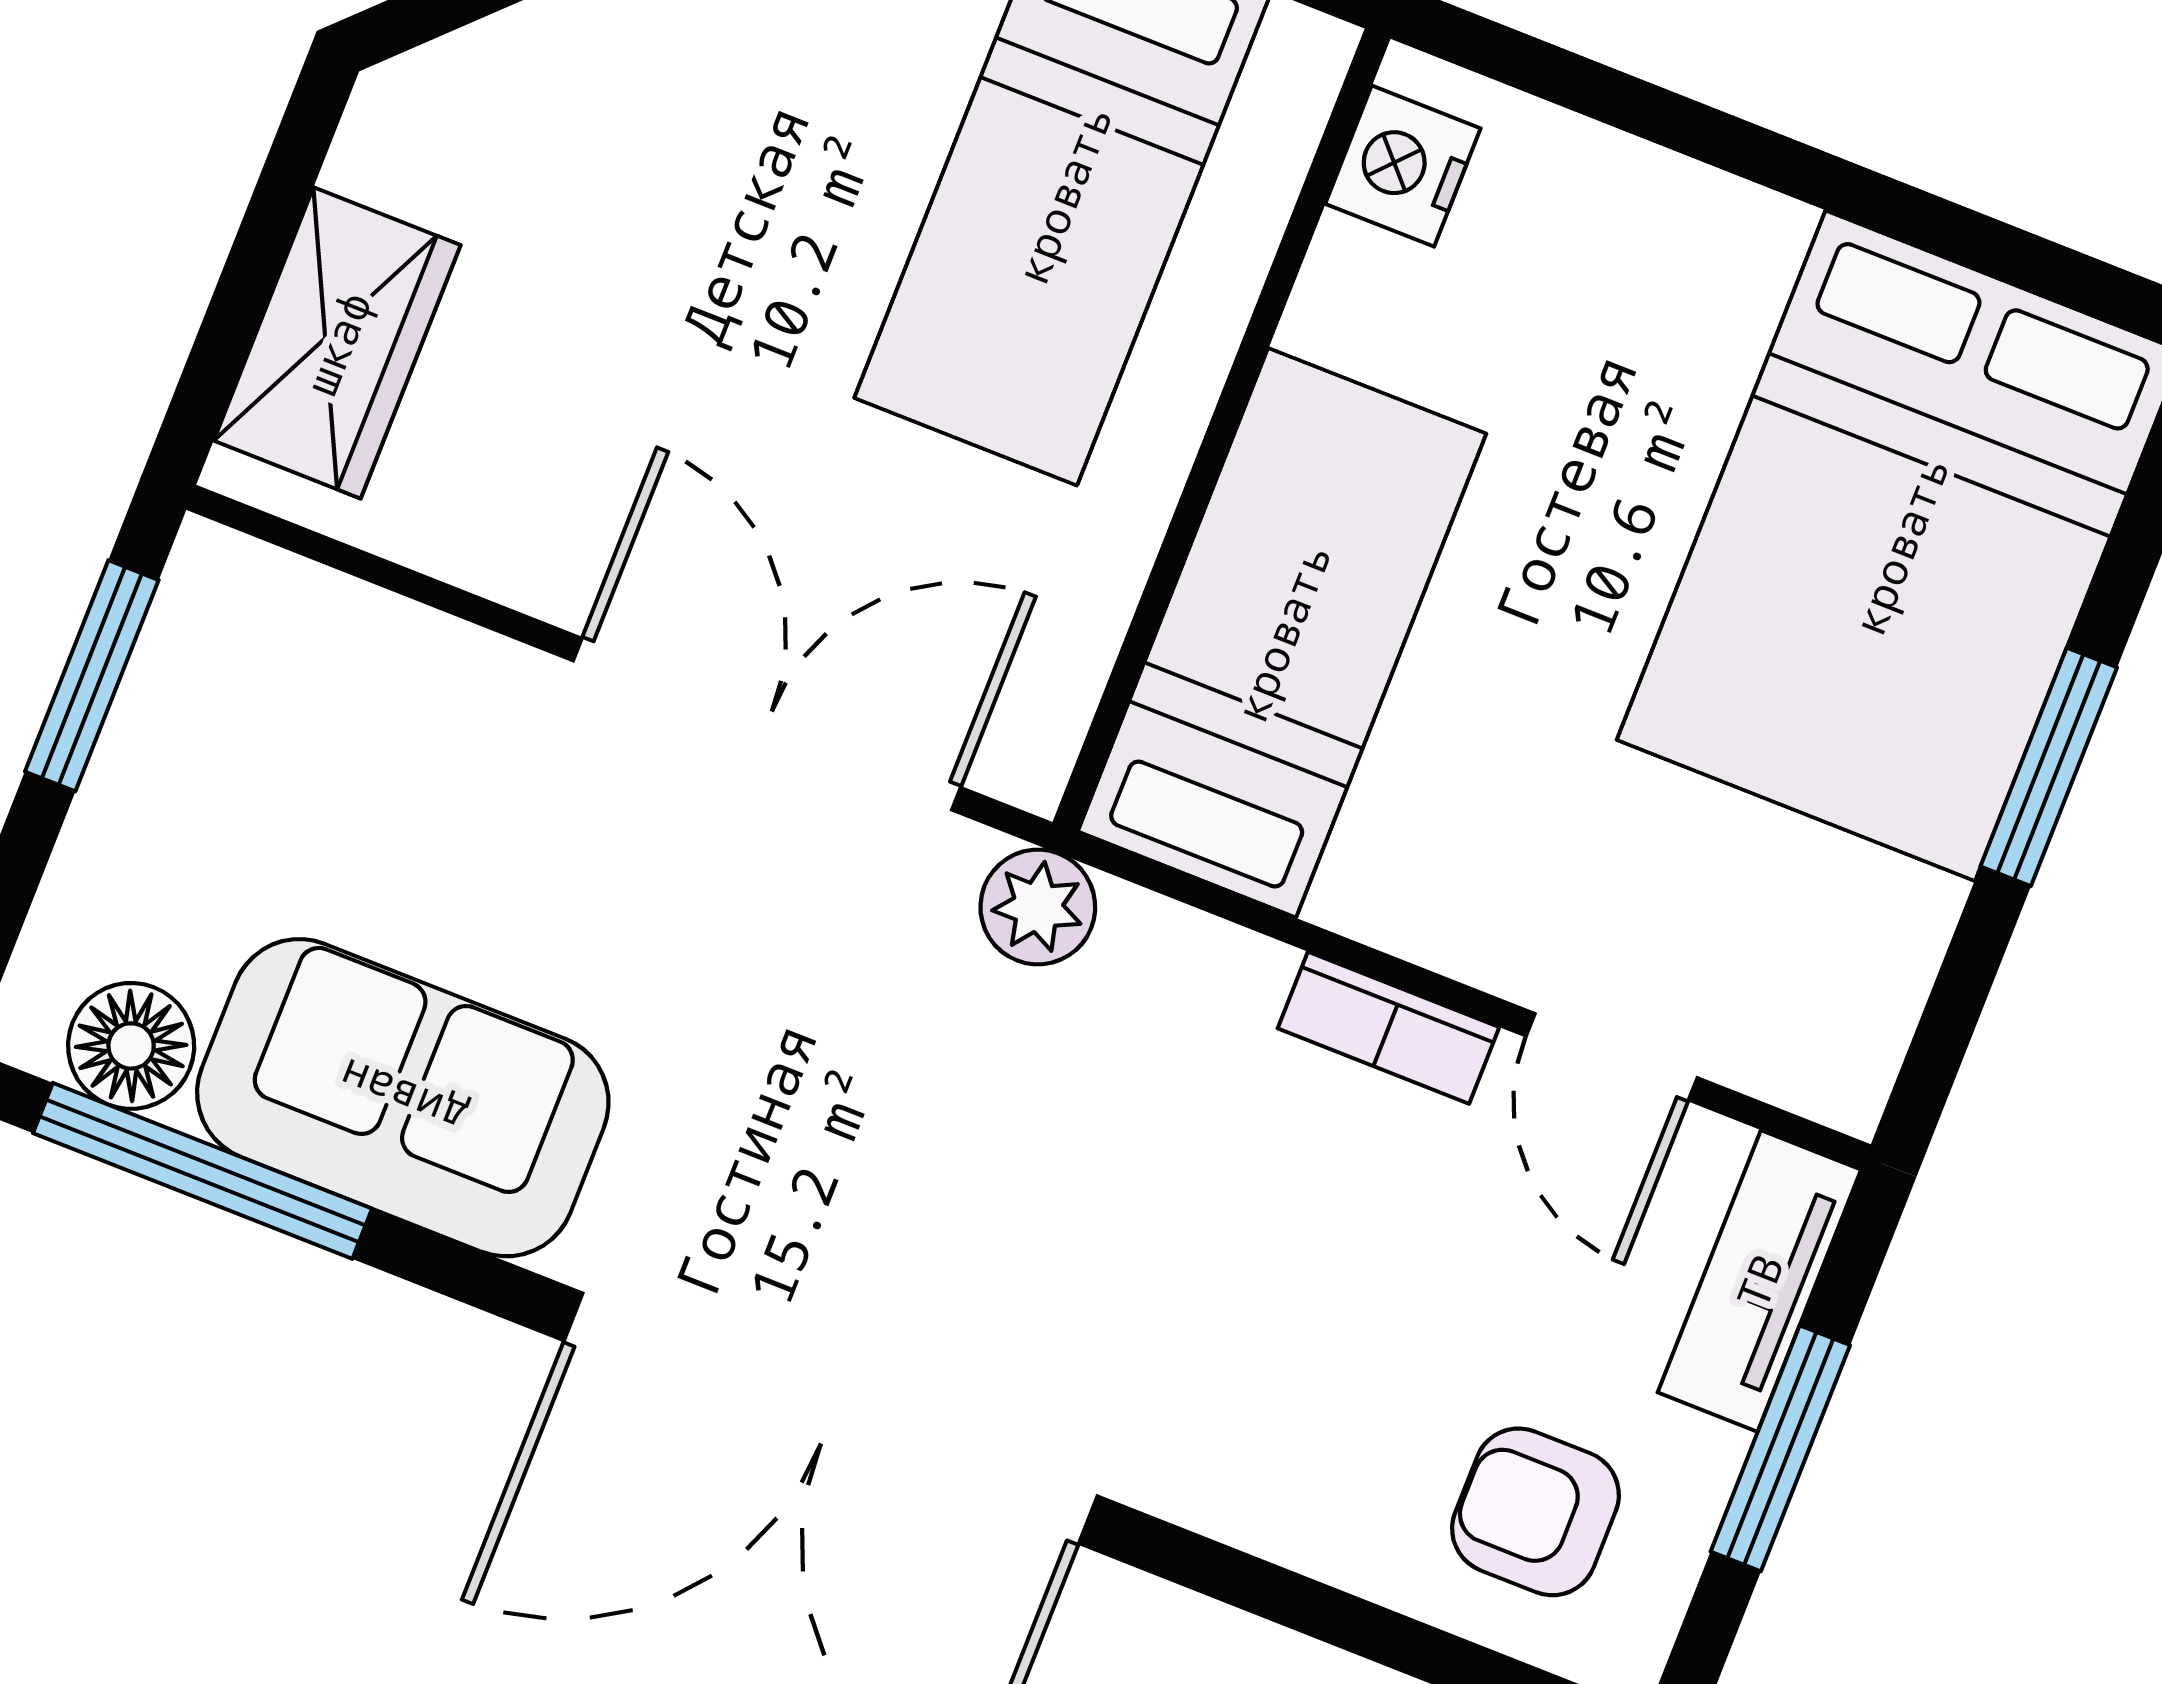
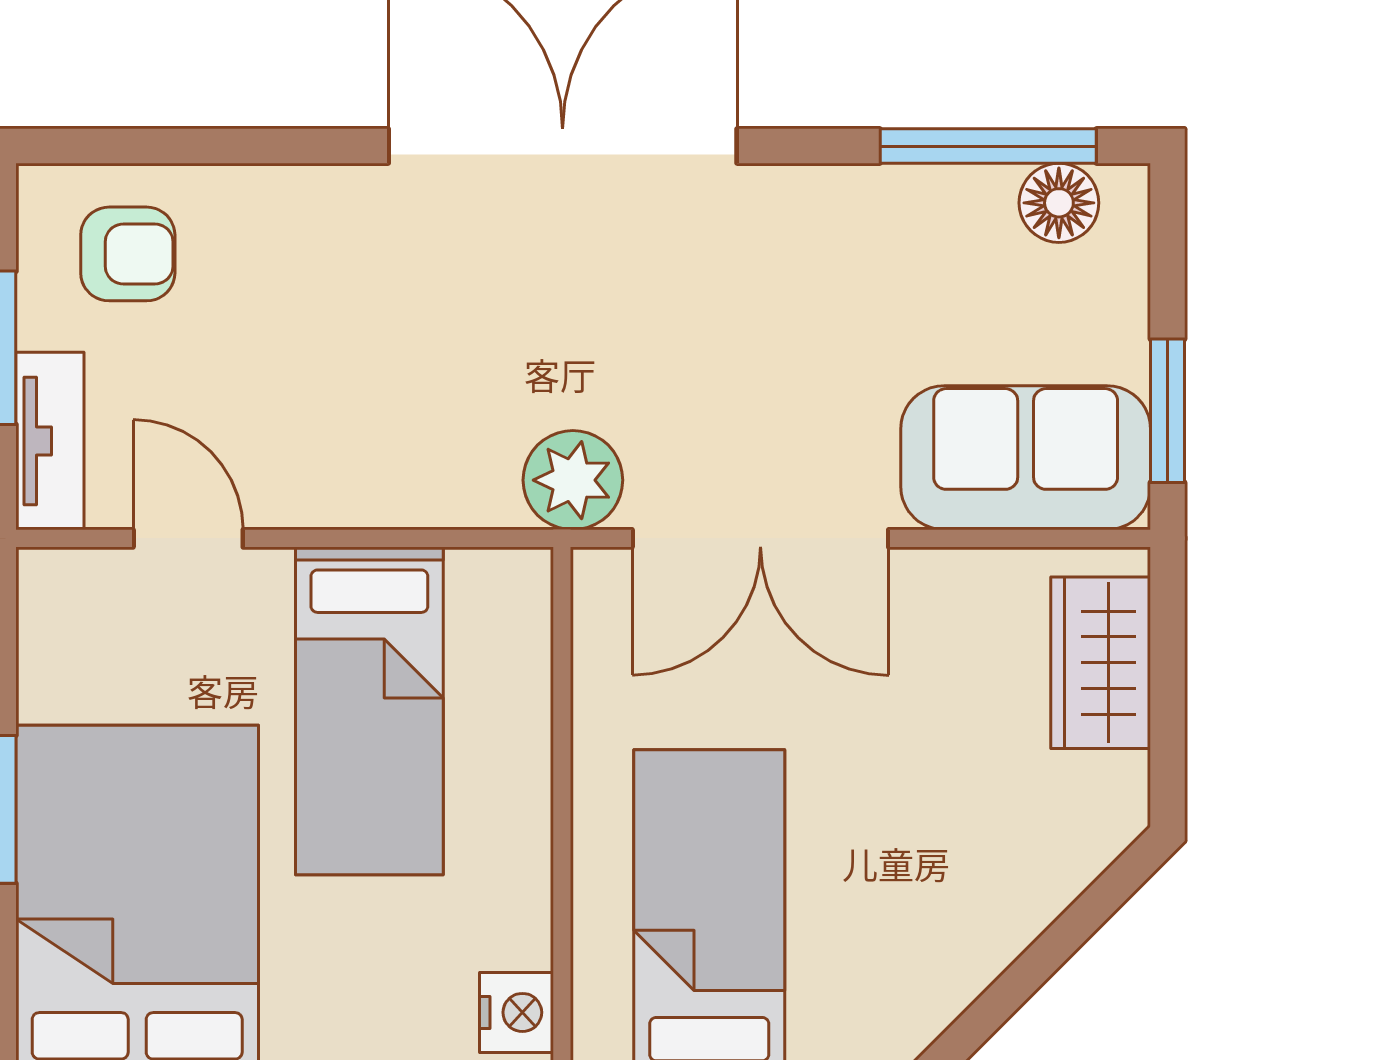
bed: (1282, 633) -> (369, 711), moved
plant: (1038, 907) -> (573, 480), width x1.38, depth x1.38
bookcase: (1388, 1028) -> (326, 504), removed
sofa: (403, 1098) -> (1026, 458), moved, turned 180

